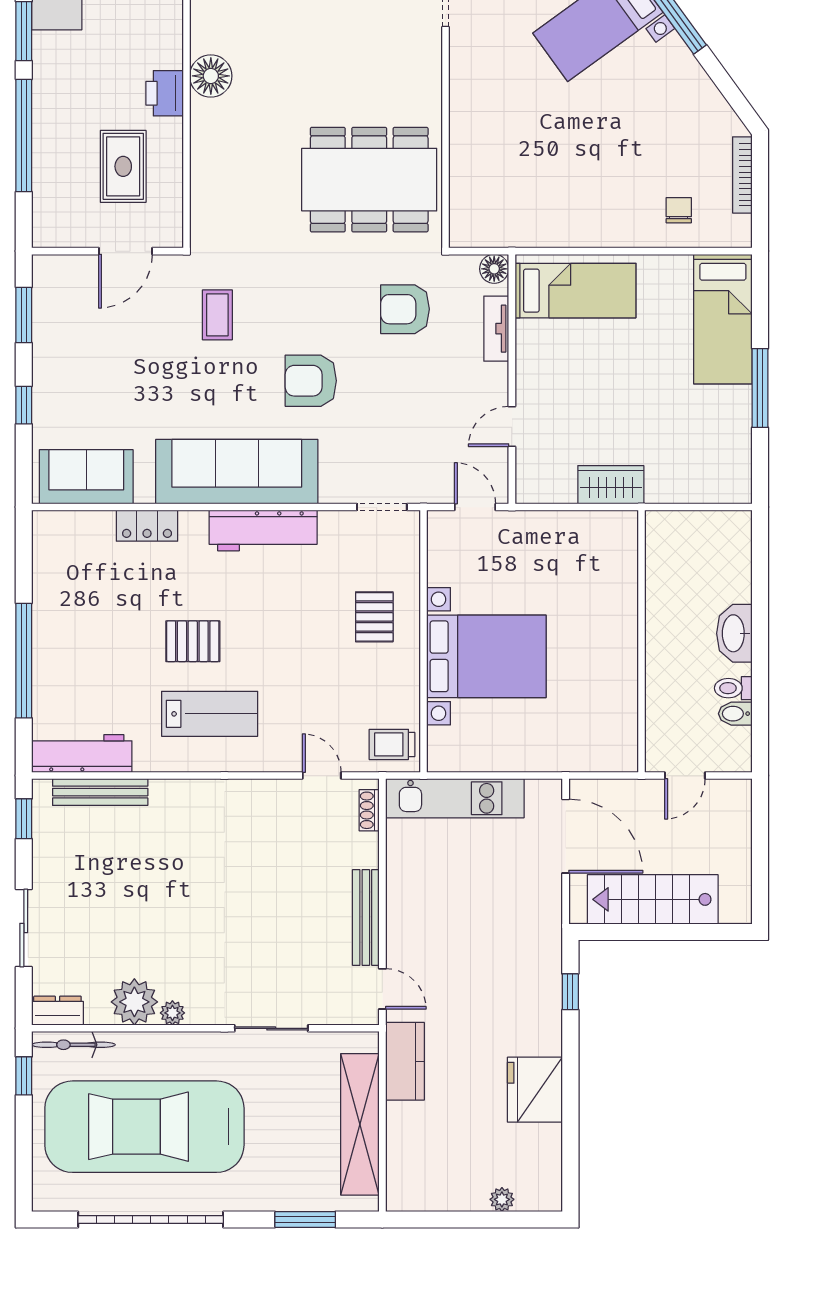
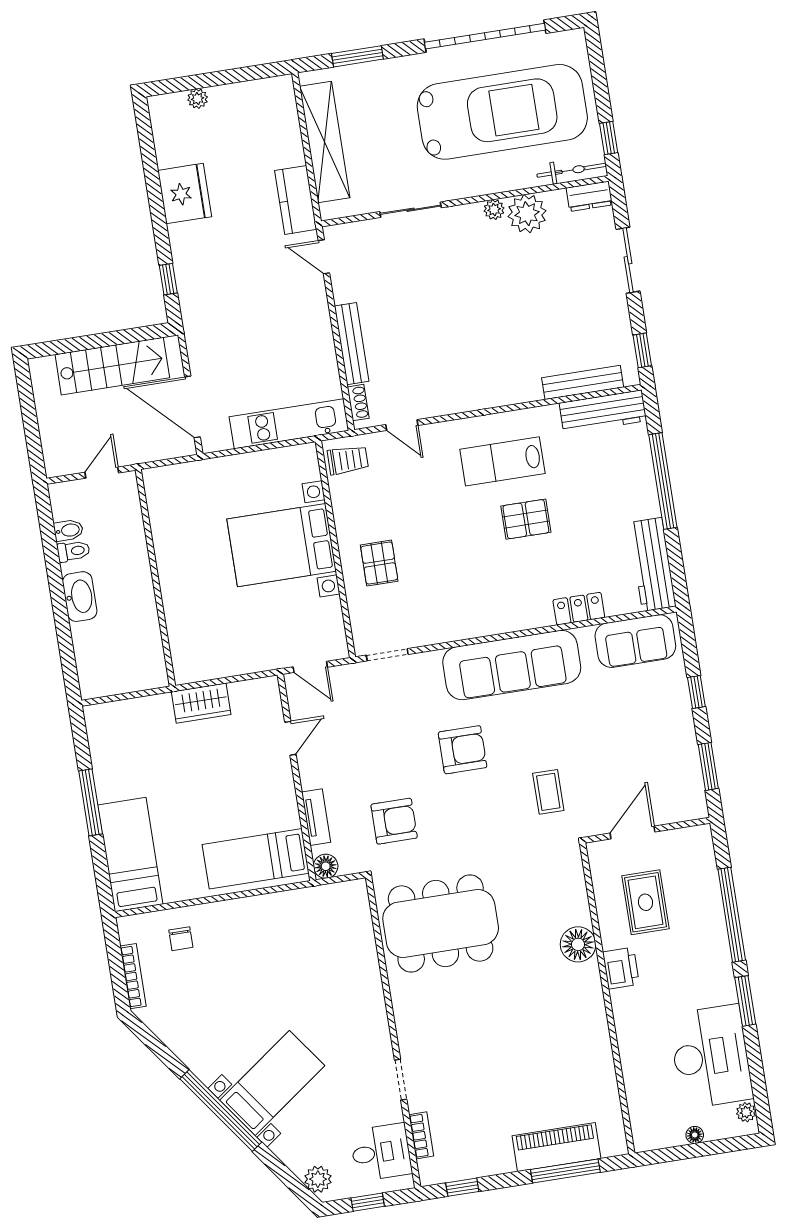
floor lamp: (211, 76) -> (578, 944), moved
workbench: (263, 530) -> (652, 564), moved, turned -90
bench: (366, 918) -> (352, 344), moved

